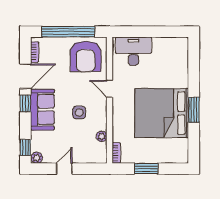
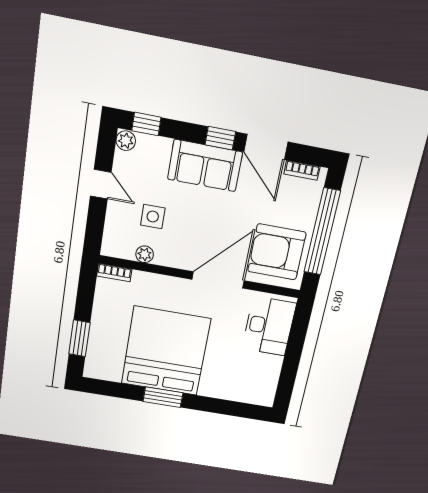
door: (110, 89) -> (218, 280), width x1.88
side table: (79, 112) -> (153, 217), moved
window: (146, 169) -> (79, 338), moved

